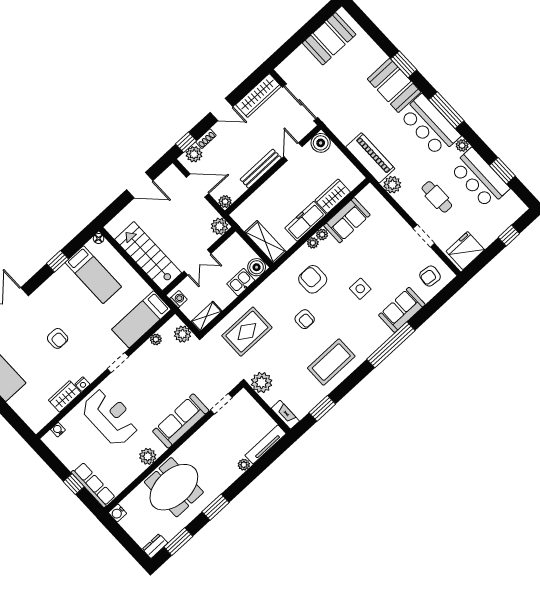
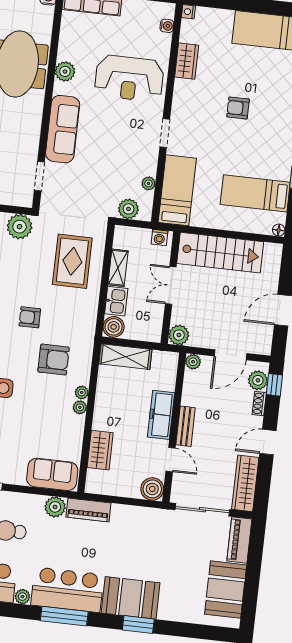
piano: (293, 63) -> (239, 540), added
piano: (370, 158) -> (88, 510), width x0.73, depth x0.75
bench: (261, 169) -> (186, 426), width x0.73
sofa: (347, 220) -> (52, 474), moved, turned 90
freezer: (306, 221) -> (161, 415), moved, turned 180
shelving: (206, 316) -> (118, 268), moved
nightstand: (82, 384) -> (188, 12), moved

